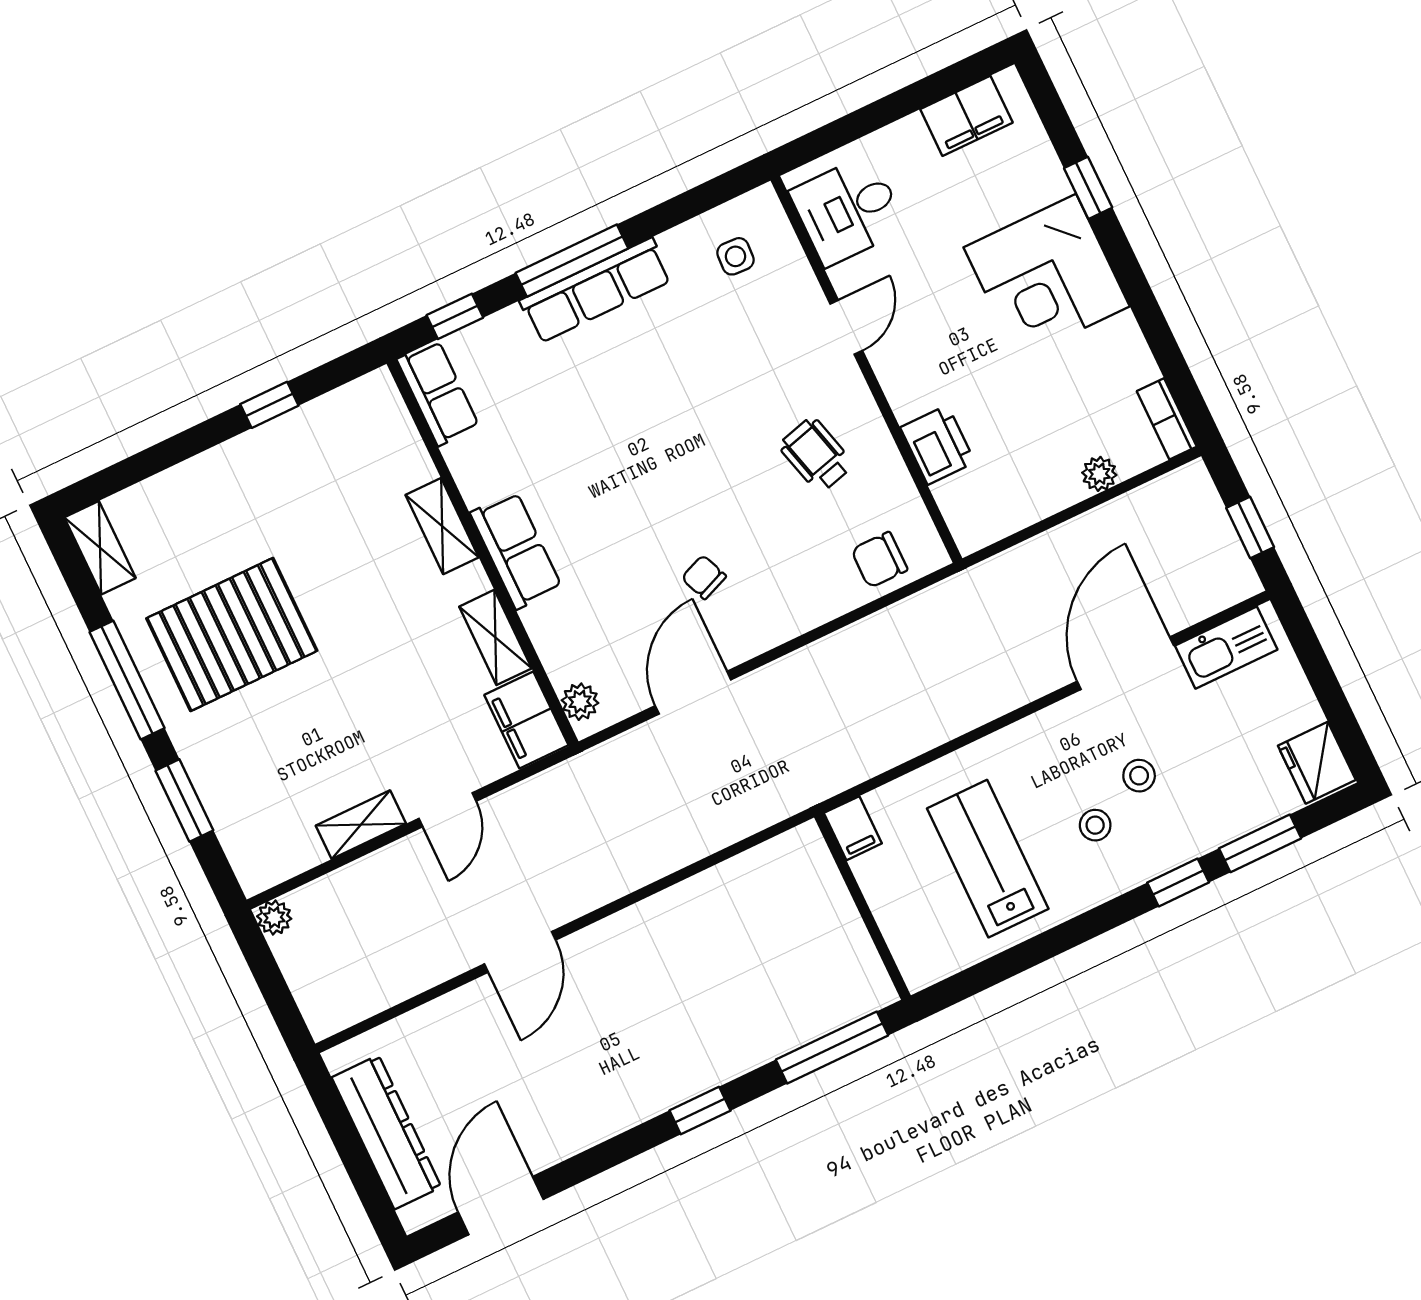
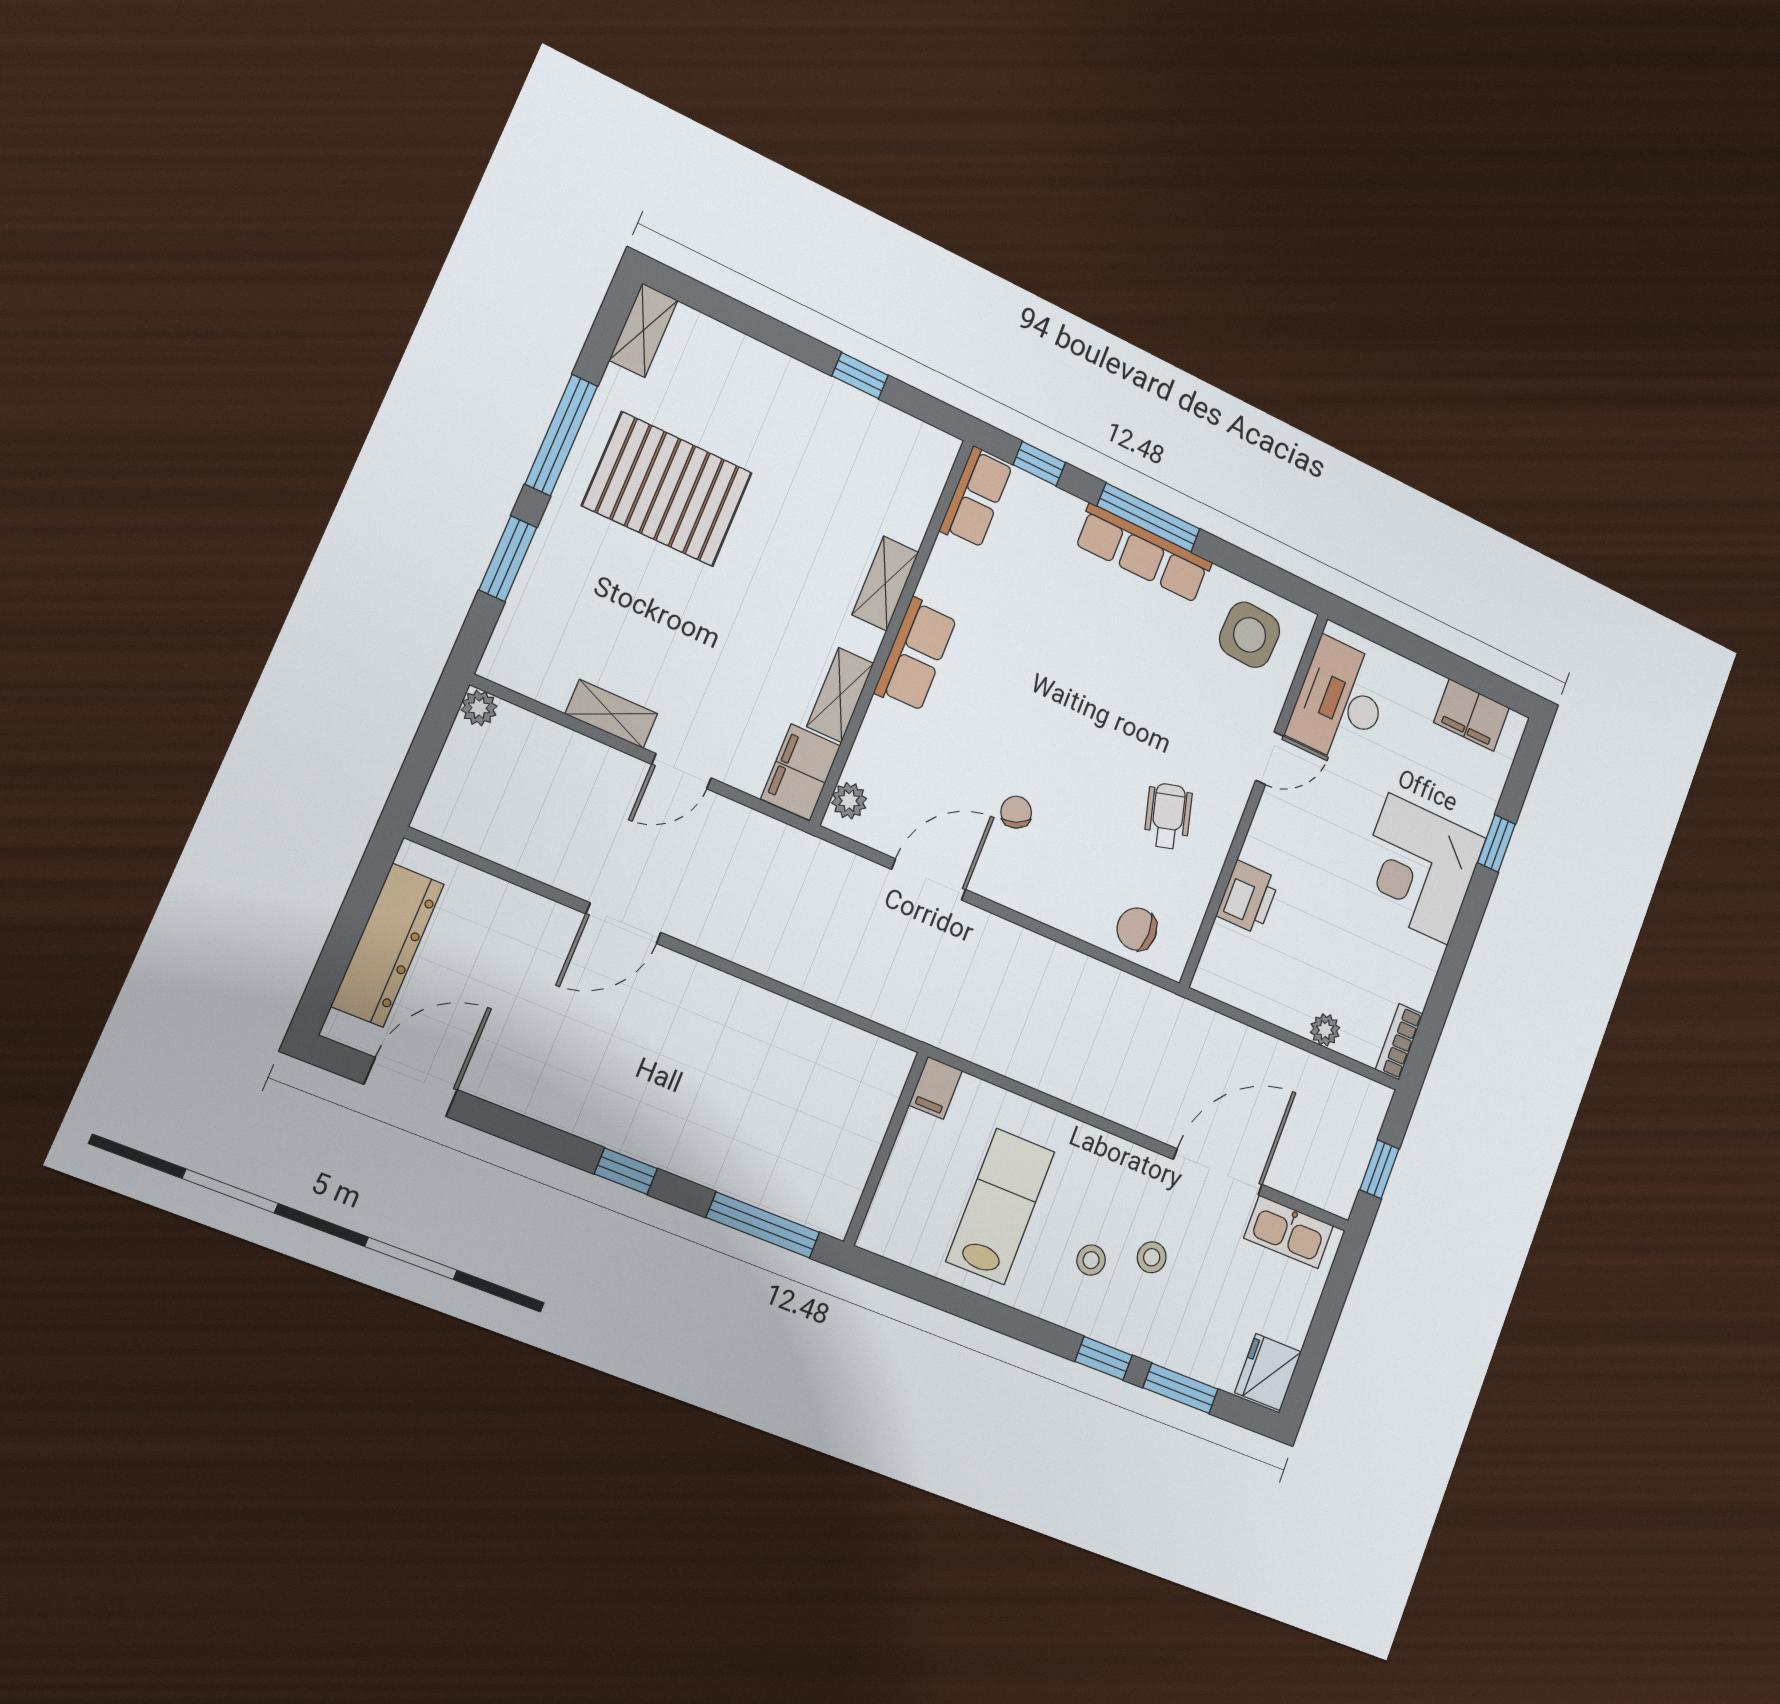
desk: (848, 210) -> (1340, 702), width x1.37
side table: (735, 256) -> (1250, 635), width x1.87, depth x1.87

